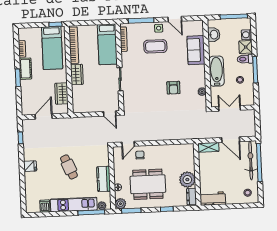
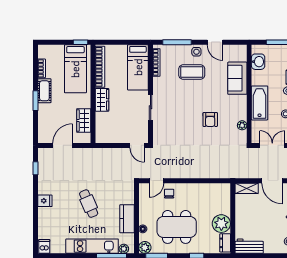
dishwasher: (45, 206) -> (44, 246), moved

